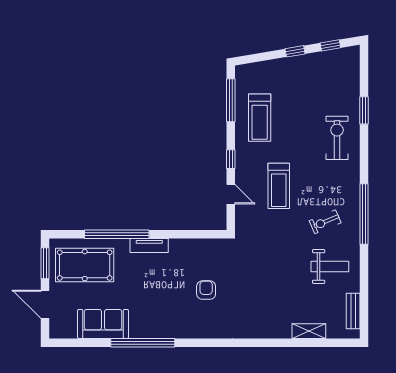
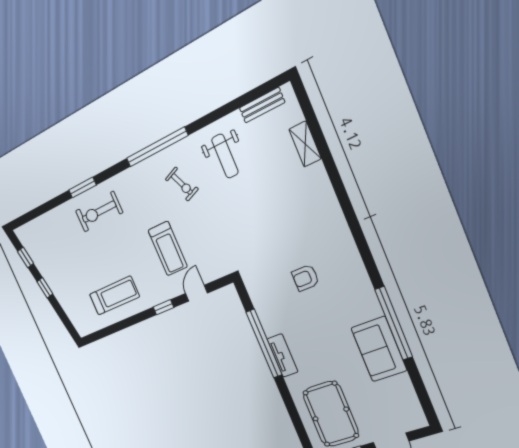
window: (231, 100) -> (112, 329), removed
window: (364, 110) -> (82, 187), moved
treadmill: (279, 186) -> (168, 249), turned 90
window: (117, 234) -> (264, 344), moved
weight bench: (330, 266) -> (225, 156), turned 180
sofa: (103, 324) -> (379, 349), moved

